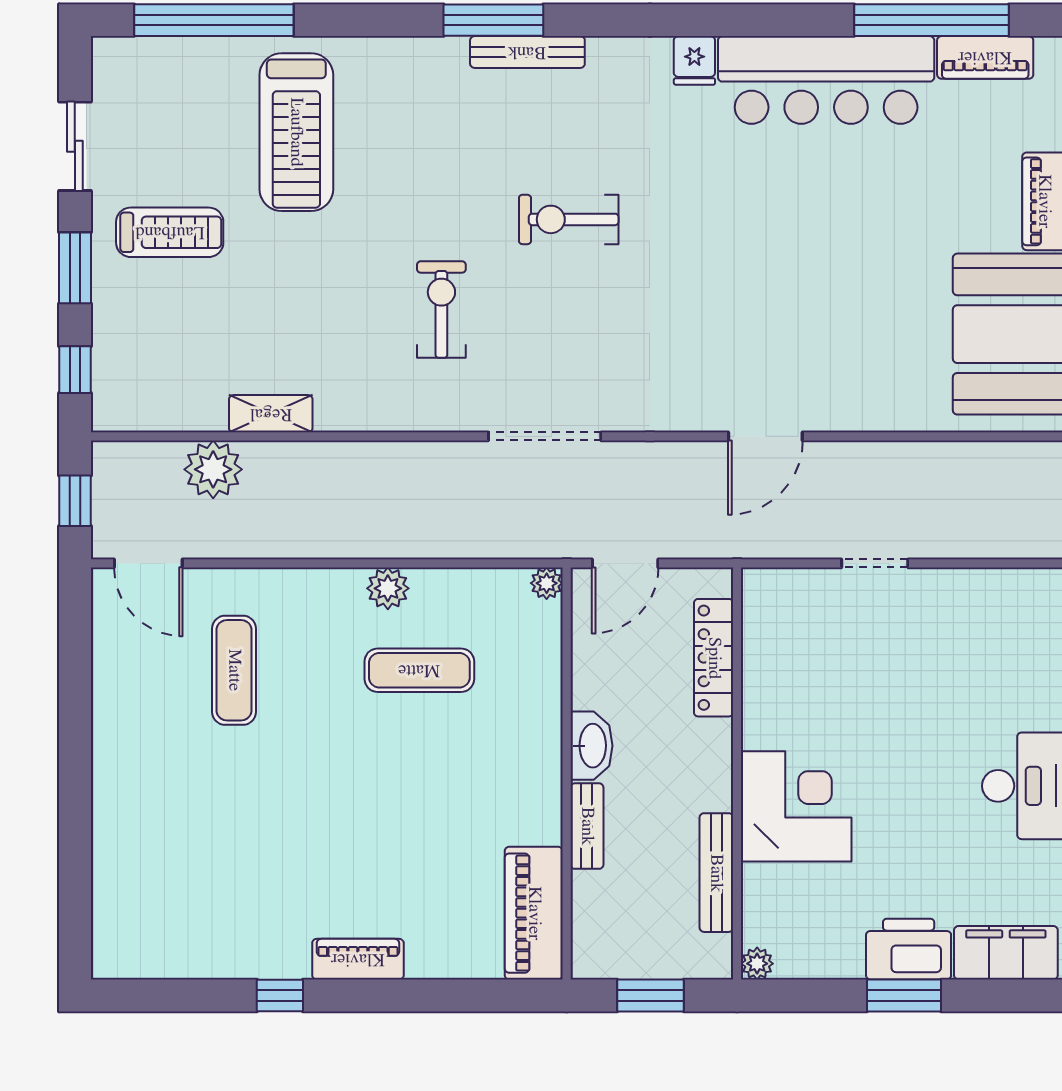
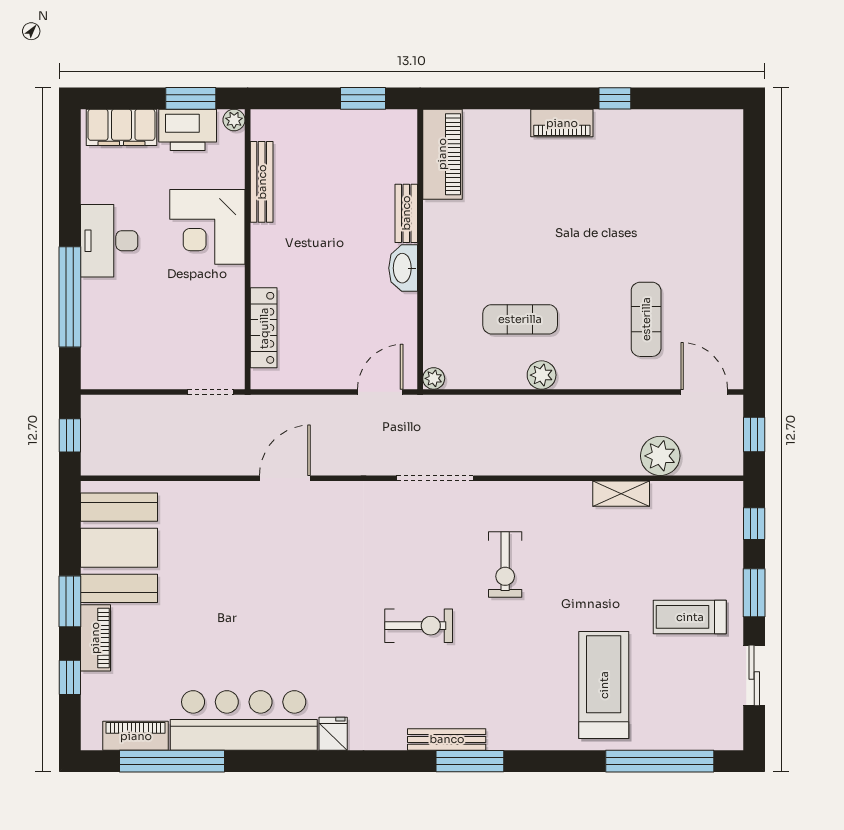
locker: (714, 658) -> (264, 328), moved
wall: (737, 773) -> (248, 249), moved
corner desk: (796, 806) -> (207, 227), moved
bench: (716, 873) -> (262, 182), moved
plant: (757, 964) -> (234, 120), moved

